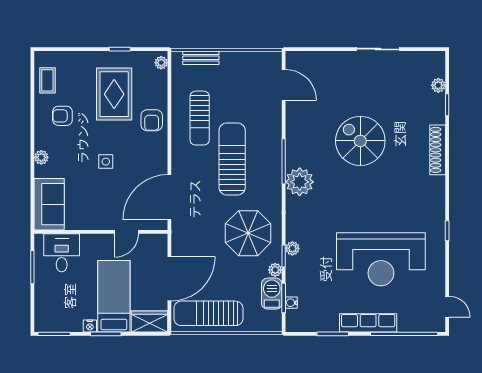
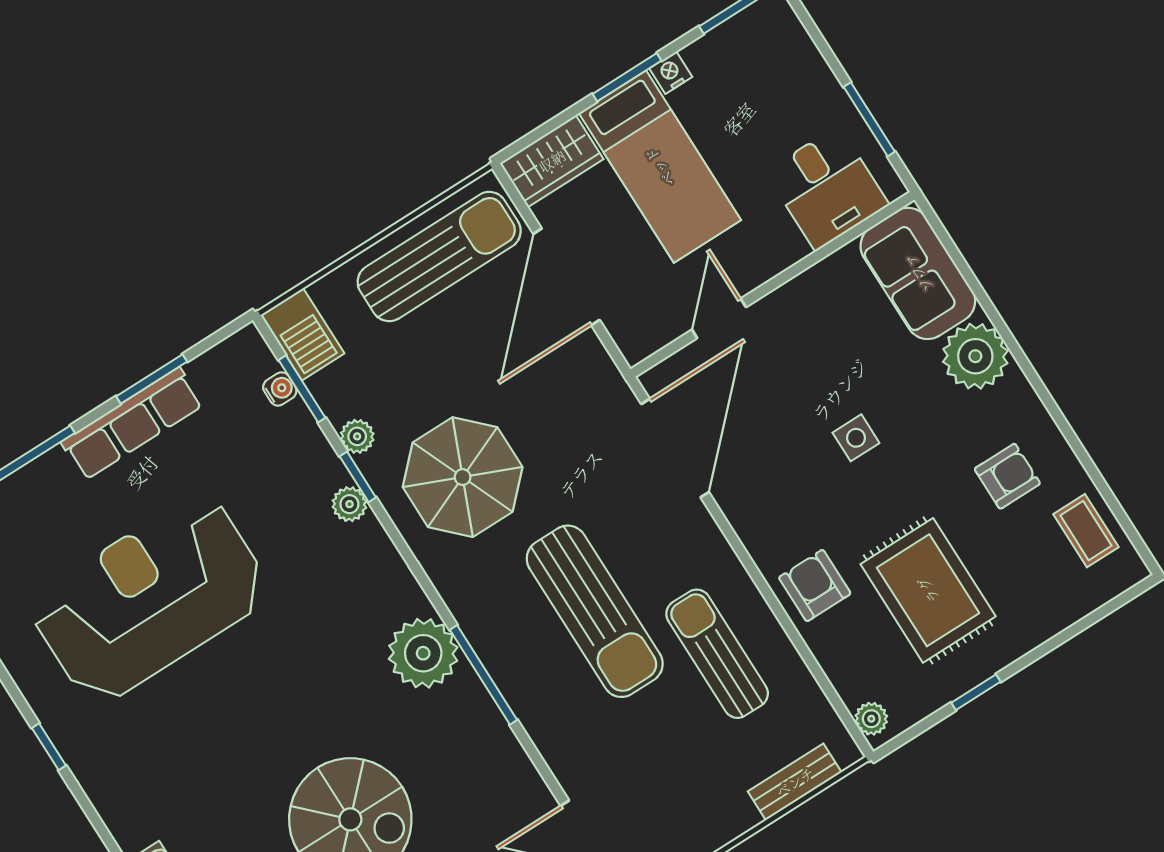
plant: (41, 157) -> (975, 356), width x1.88, depth x1.88
barbecue: (272, 294) -> (302, 334), moved
row of seats: (368, 323) -> (132, 424), moved

